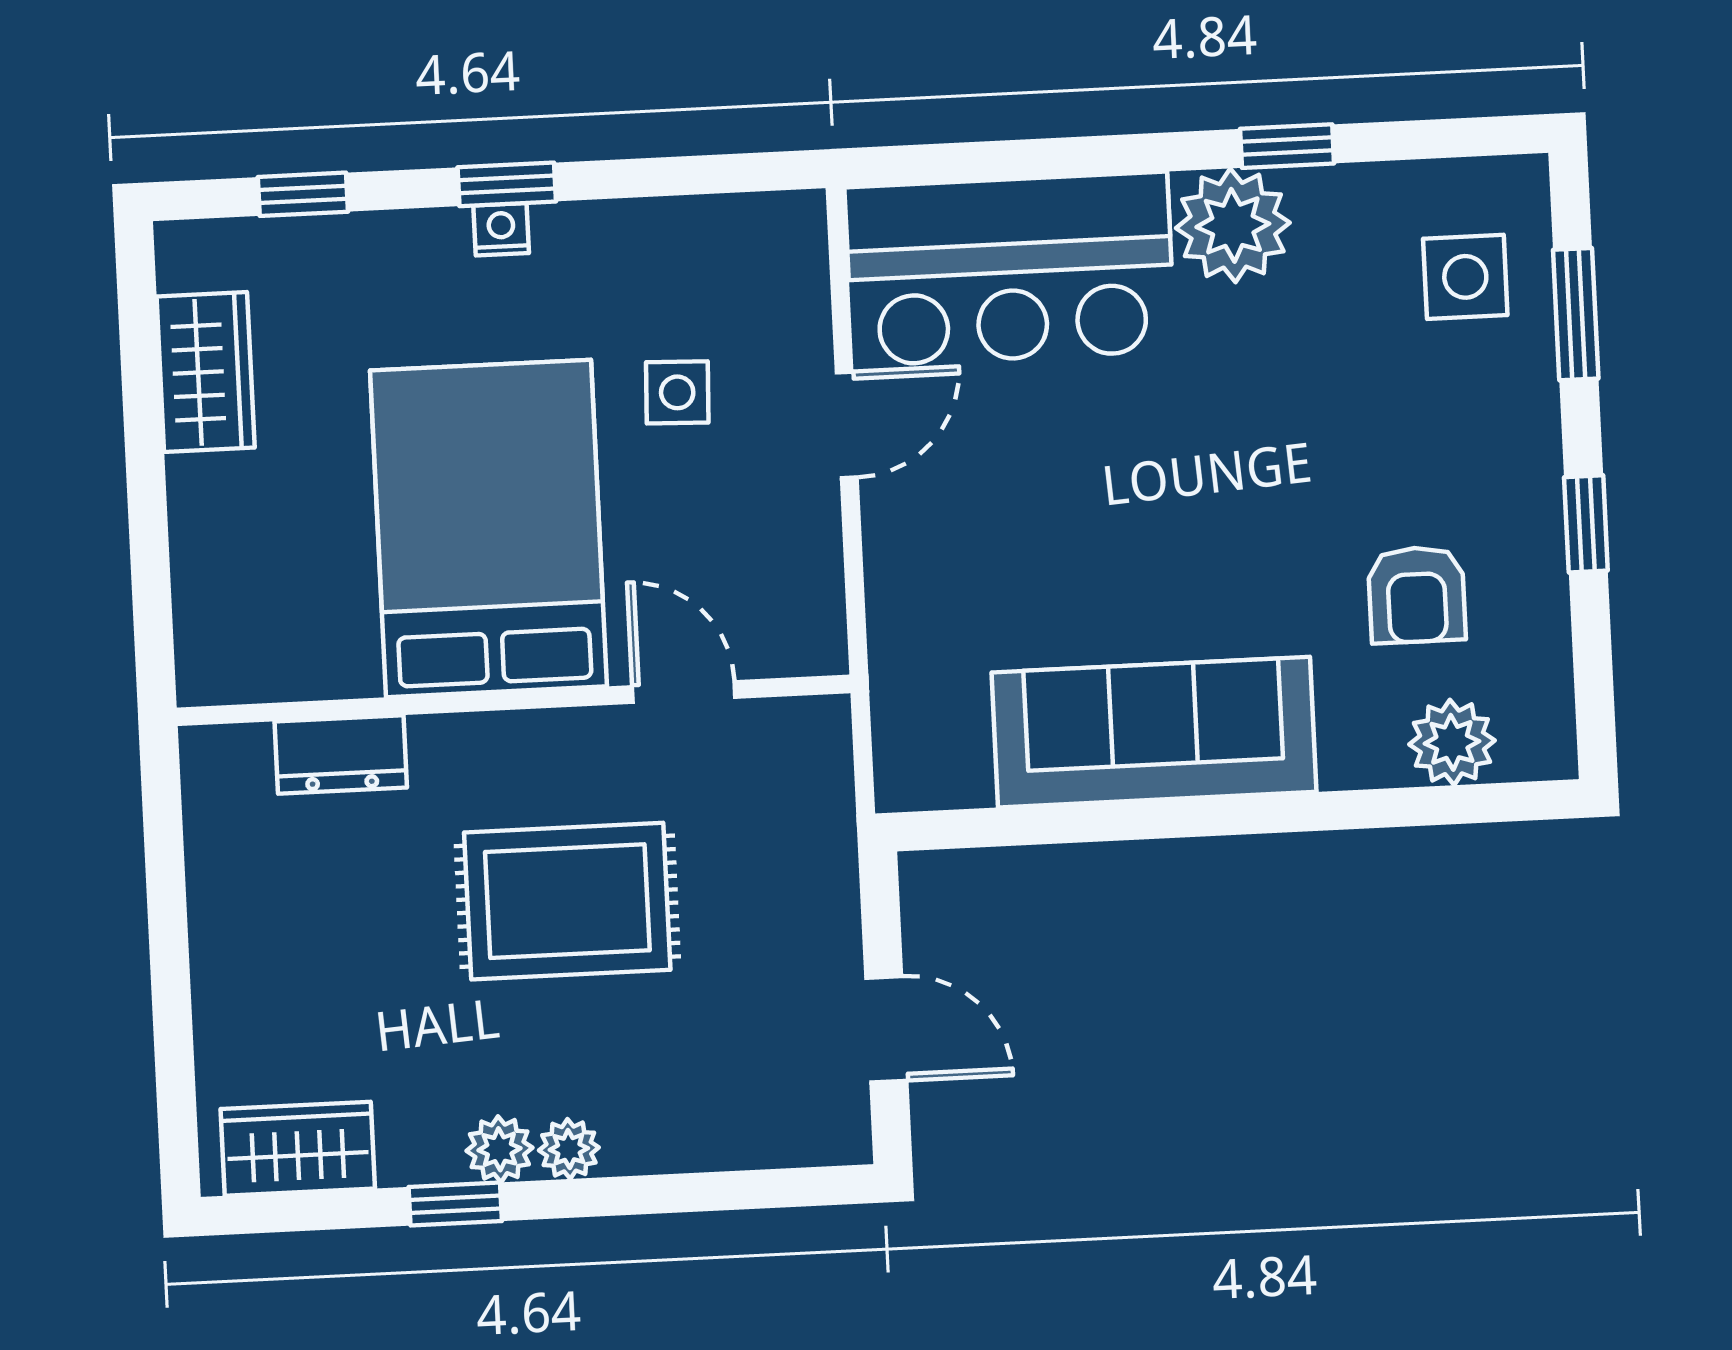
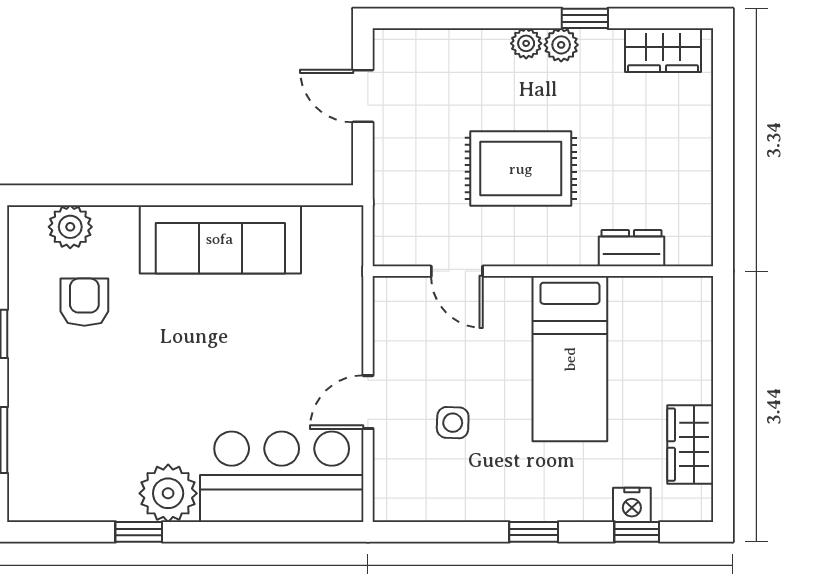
nightstand: (501, 229) -> (632, 505), moved, width x1.39, depth x1.35
side table: (1465, 277) -> (52, 462), removed
bed: (489, 528) -> (570, 359), width x0.67

